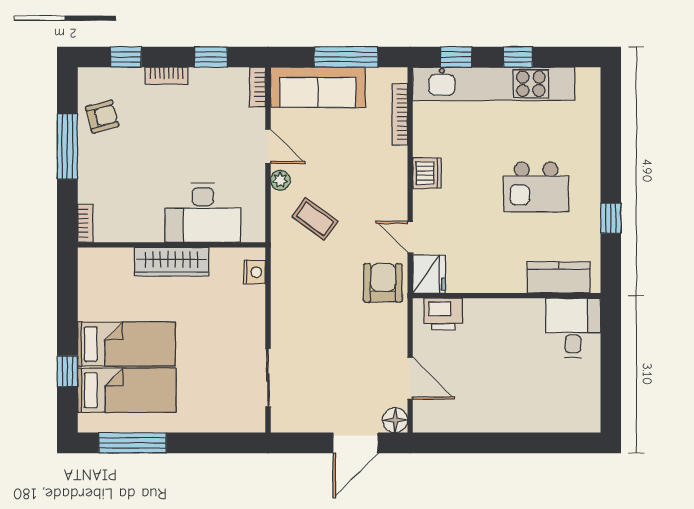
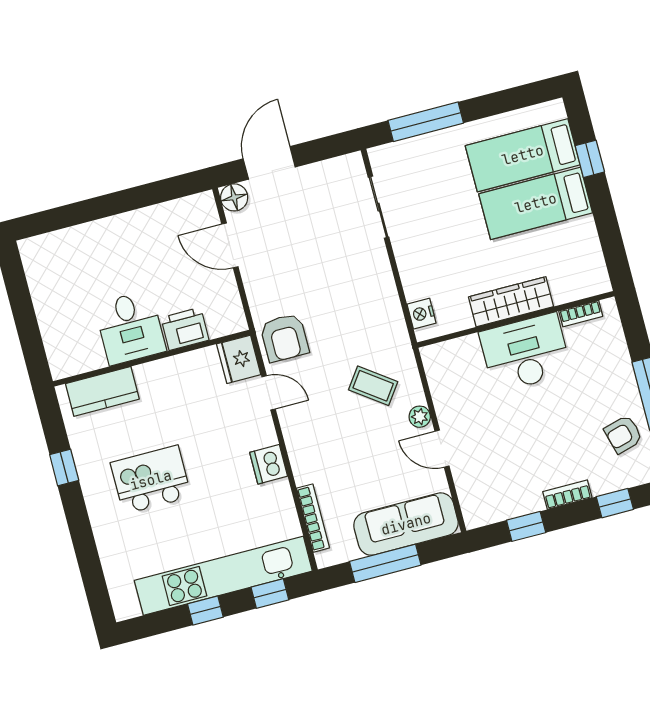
bookcase: (258, 87) -> (469, 508), removed
desk: (203, 213) -> (525, 353), moved
bookcase: (85, 223) -> (581, 314), moved, turned -90
printer: (443, 314) -> (185, 329), moved
desk: (573, 328) -> (130, 328), moved
window: (133, 443) -> (426, 122), moved

